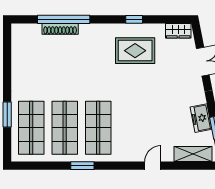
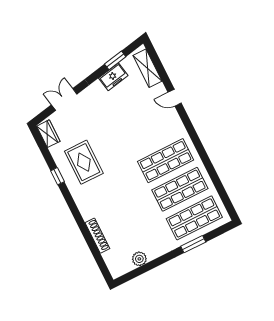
window: (64, 19) -> (88, 237), removed
plant: (19, 57) -> (139, 259), added
window: (82, 166) -> (205, 158), removed

